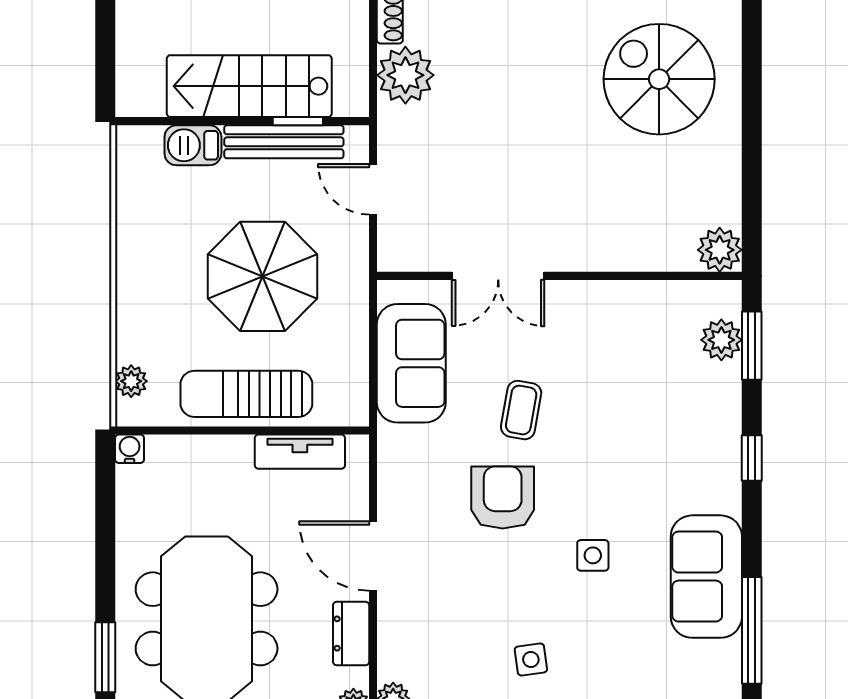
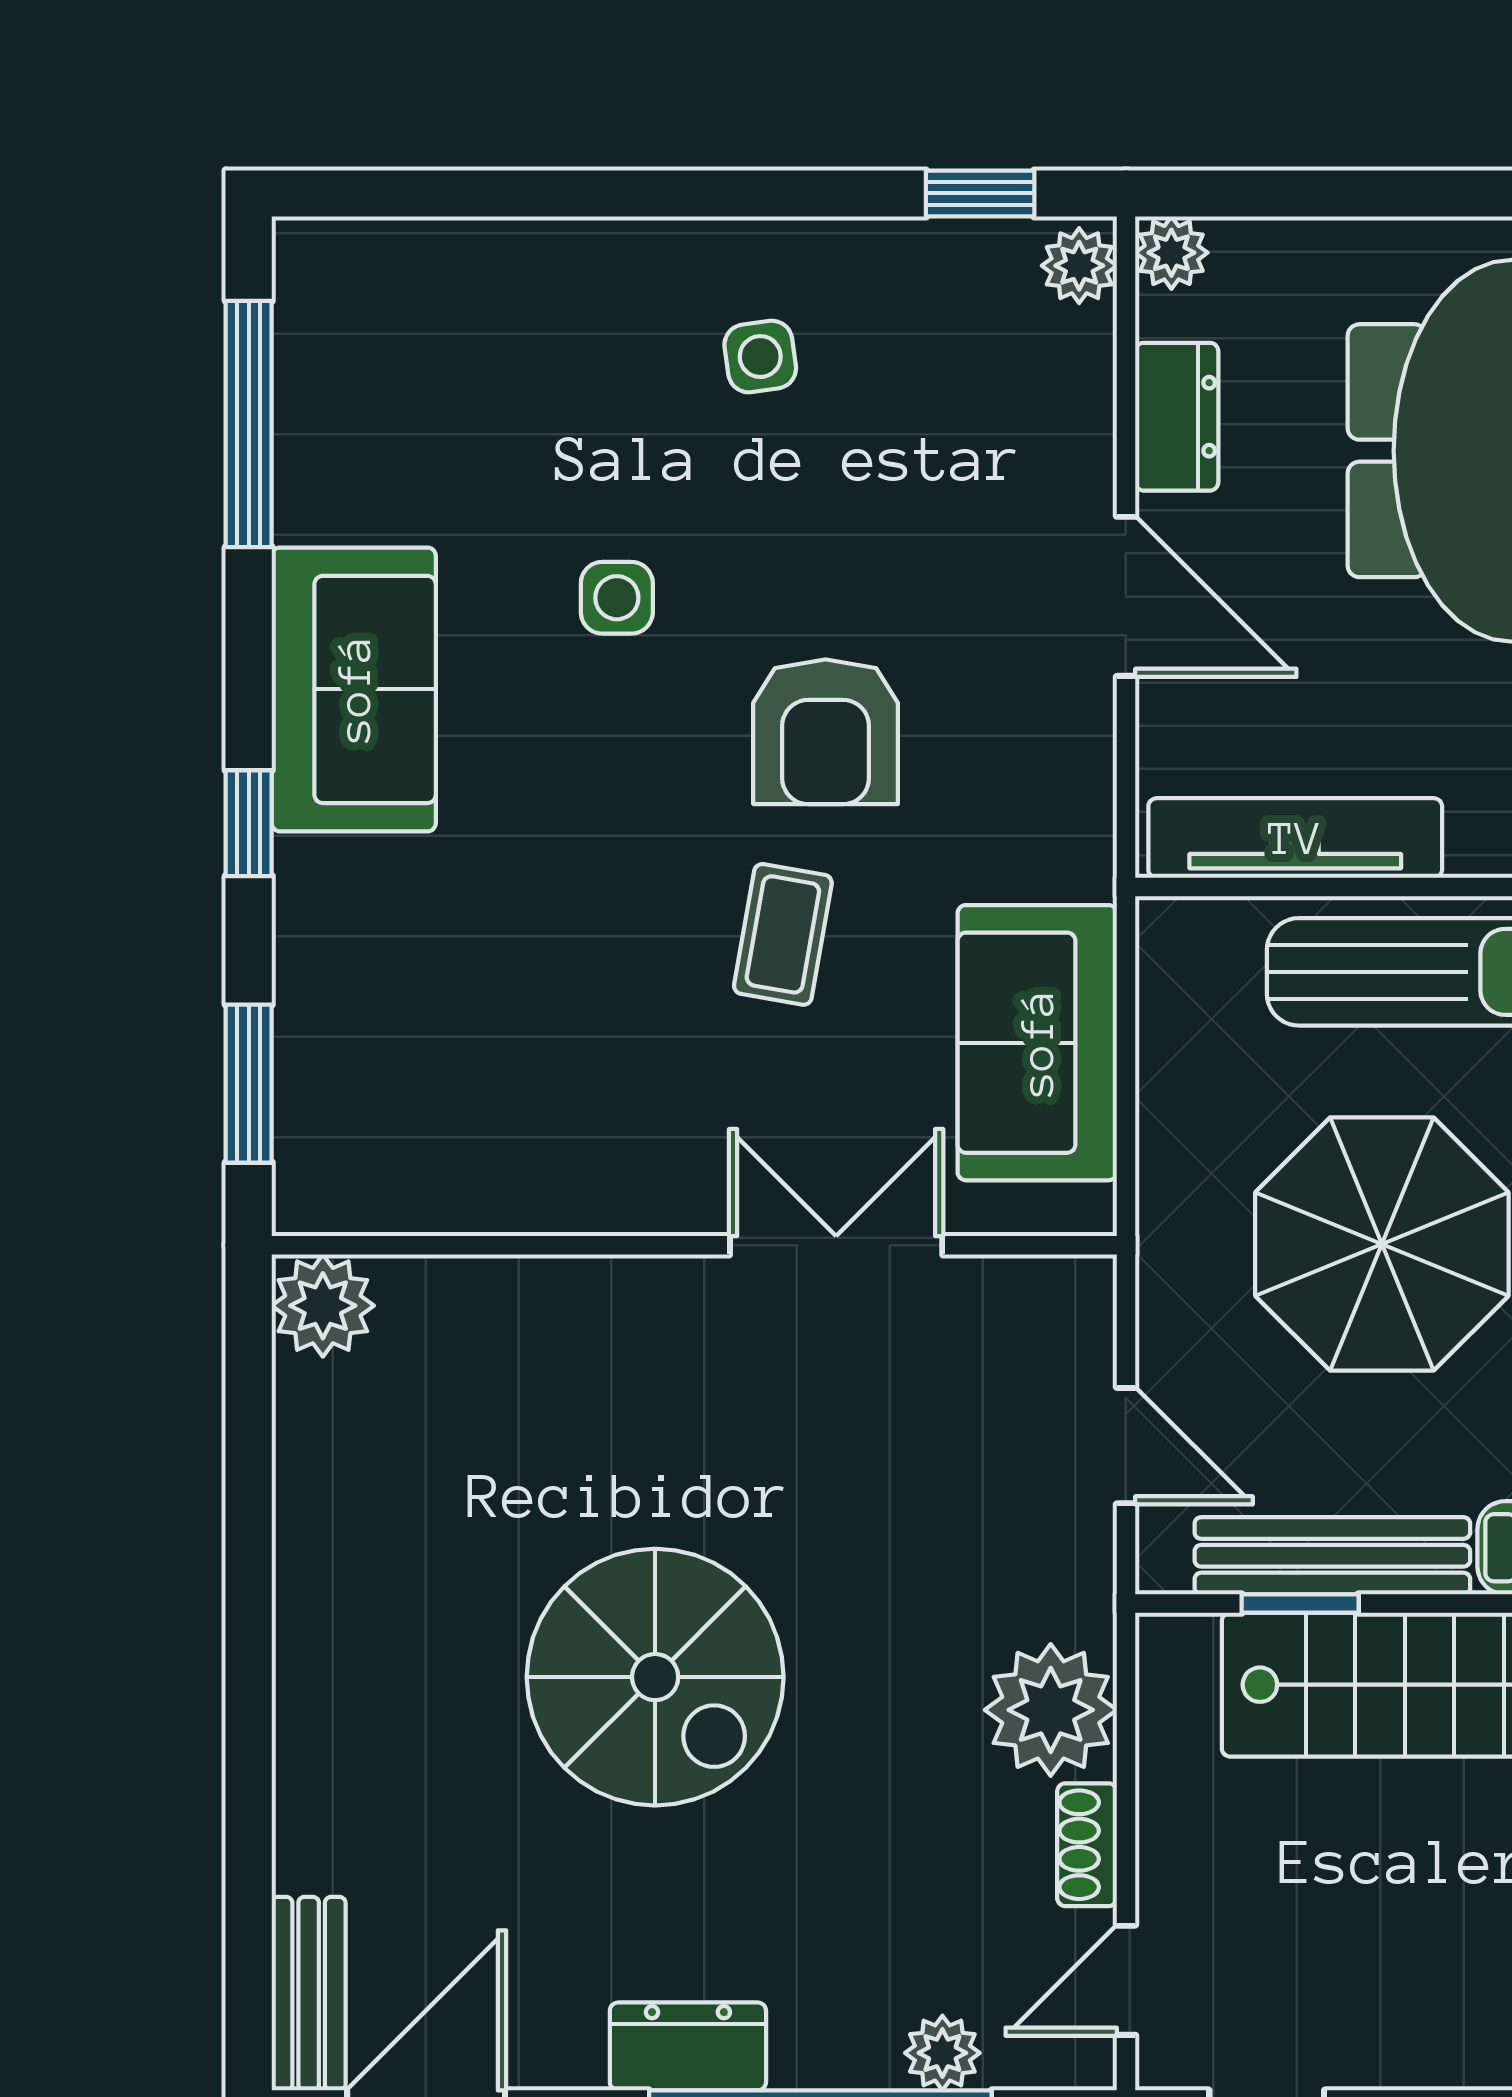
spiral stairs: (659, 79) -> (655, 1677), moved
plant: (721, 340) -> (319, 1097), removed
tv unit: (300, 452) -> (1295, 838), width x1.41
sofa: (706, 577) -> (354, 689), moved

